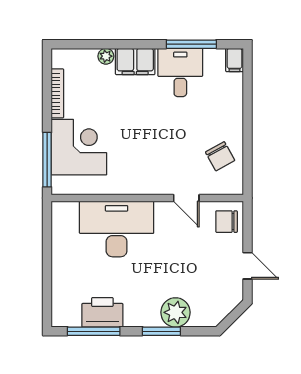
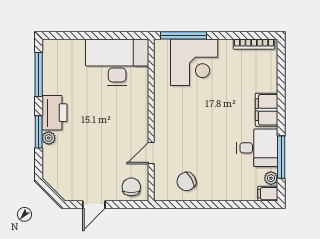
plant: (106, 56) -> (271, 178), moved
bookcase: (57, 93) -> (254, 44), moved
desk: (117, 229) -> (117, 62), moved, turned -90
printer: (102, 312) -> (55, 113), moved
plant: (175, 312) -> (49, 138), width x0.53, depth x0.53

